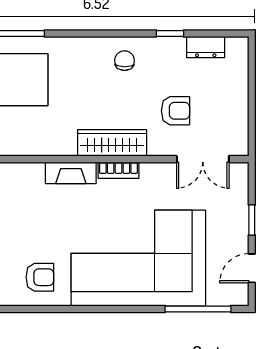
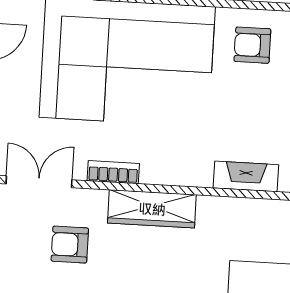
bookcase: (119, 170) -> (113, 172), moved
fireplace: (71, 173) -> (246, 176), moved

